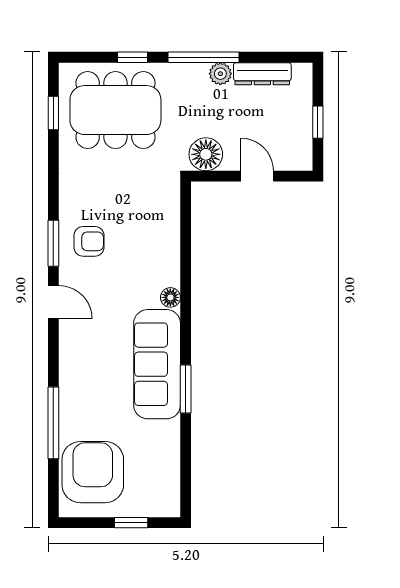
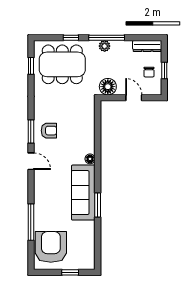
plant: (220, 74) -> (105, 46), moved
dresser: (262, 74) -> (147, 46), moved
chair: (287, 125) -> (149, 72), added

